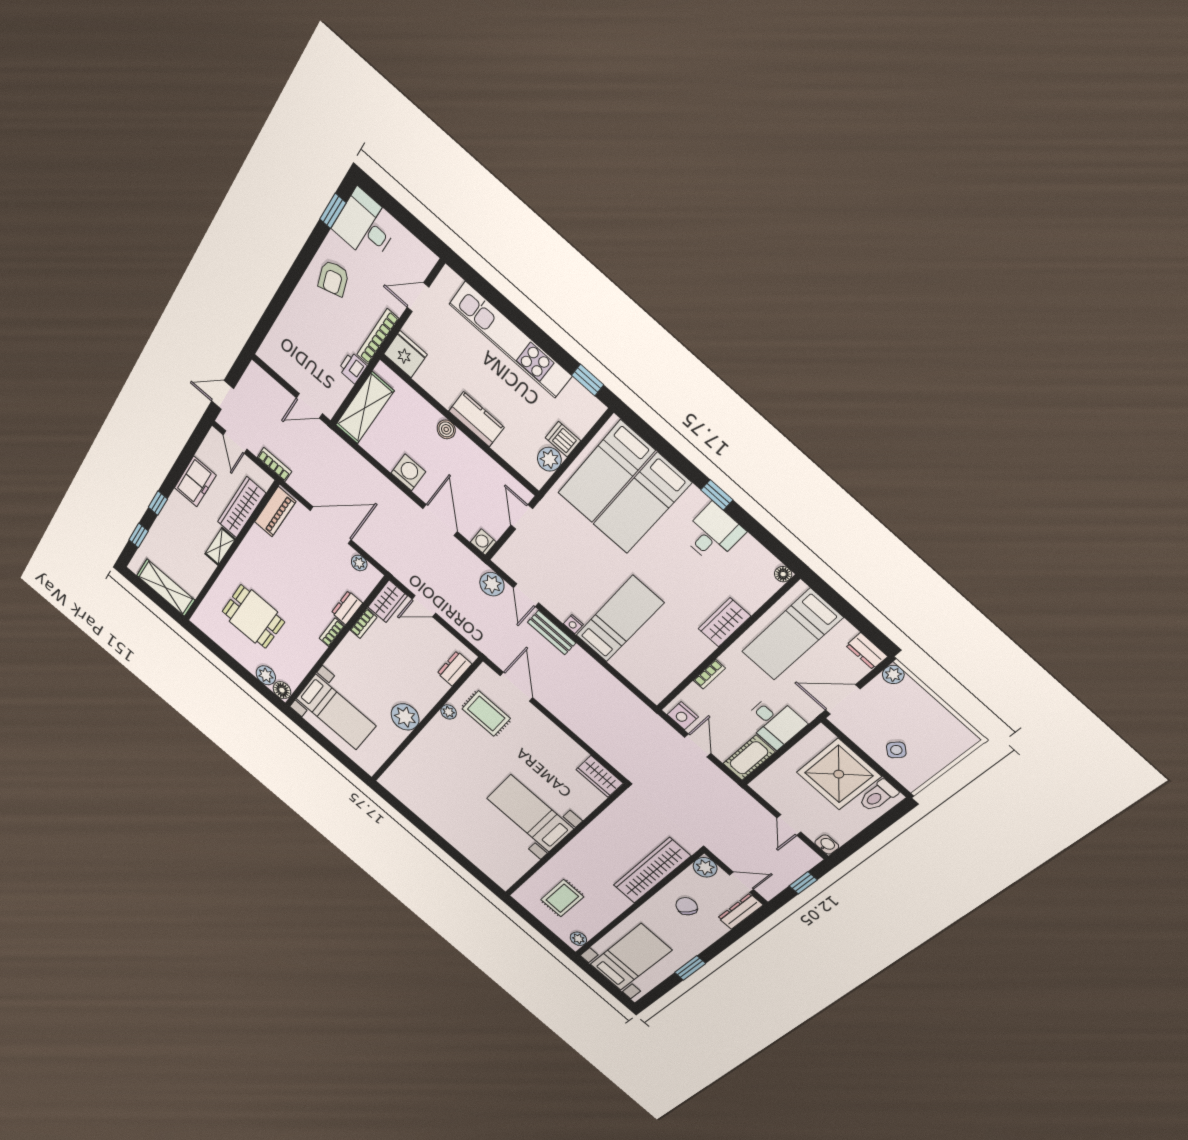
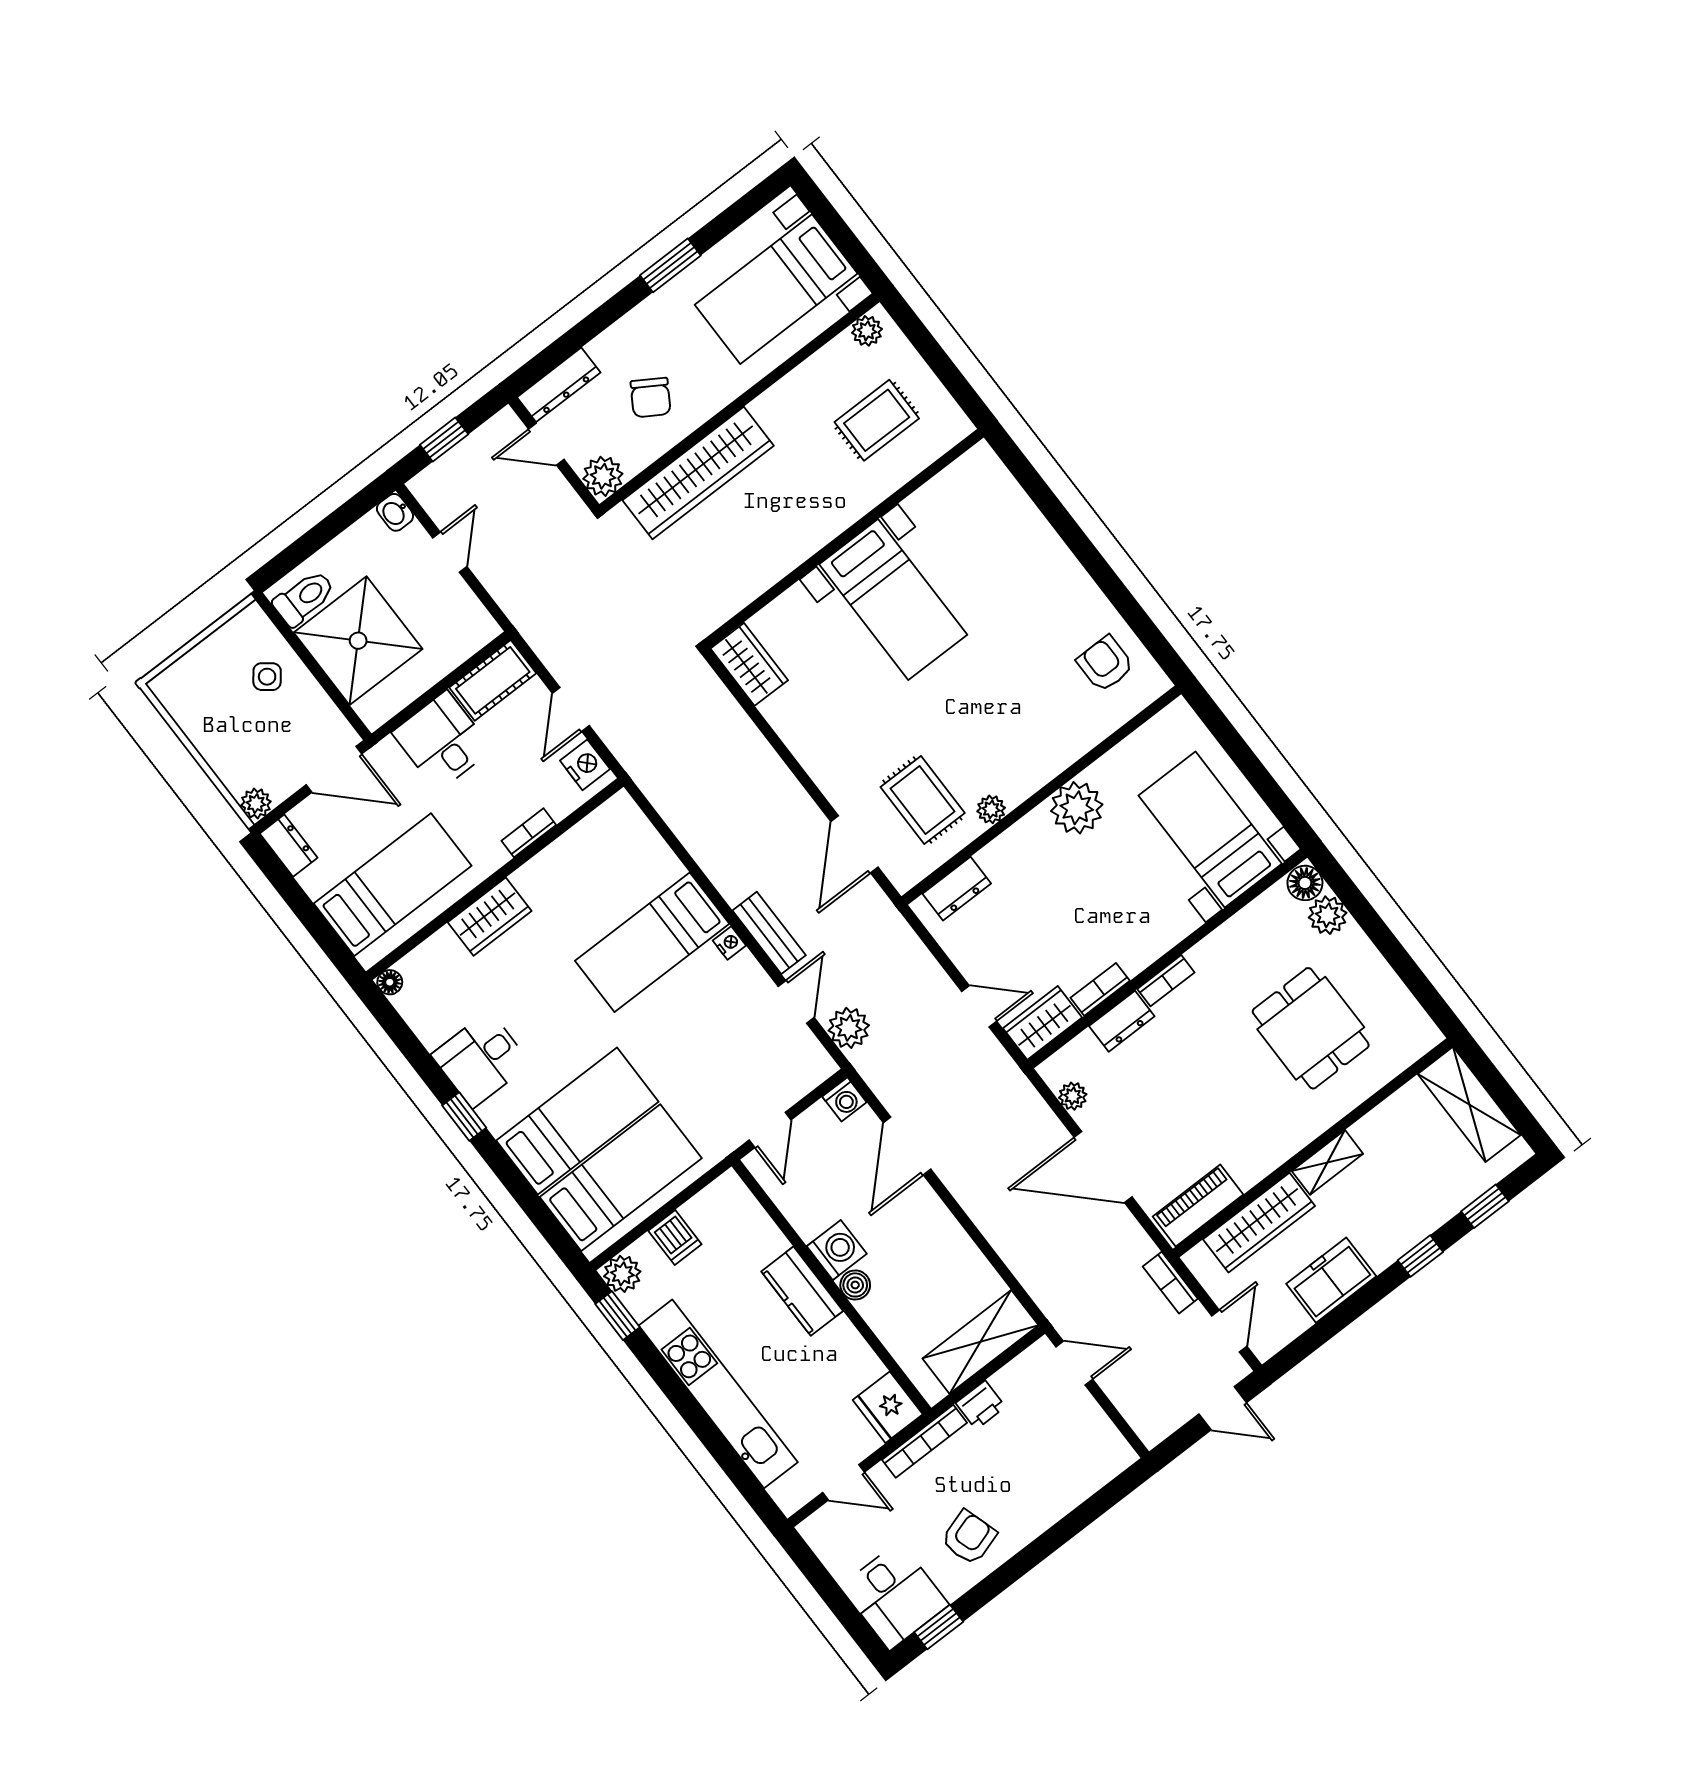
plant: (549, 459) -> (622, 1274), moved
washing machine: (408, 472) -> (837, 1250), moved, turned 180
armchair: (413, 789) -> (1105, 664), added

